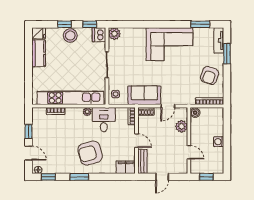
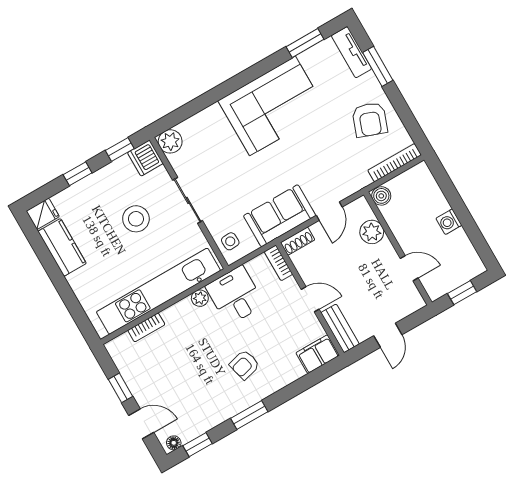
stool: (70, 35) -> (136, 219), moved
armchair: (90, 153) -> (244, 365), width x0.53, depth x0.53

